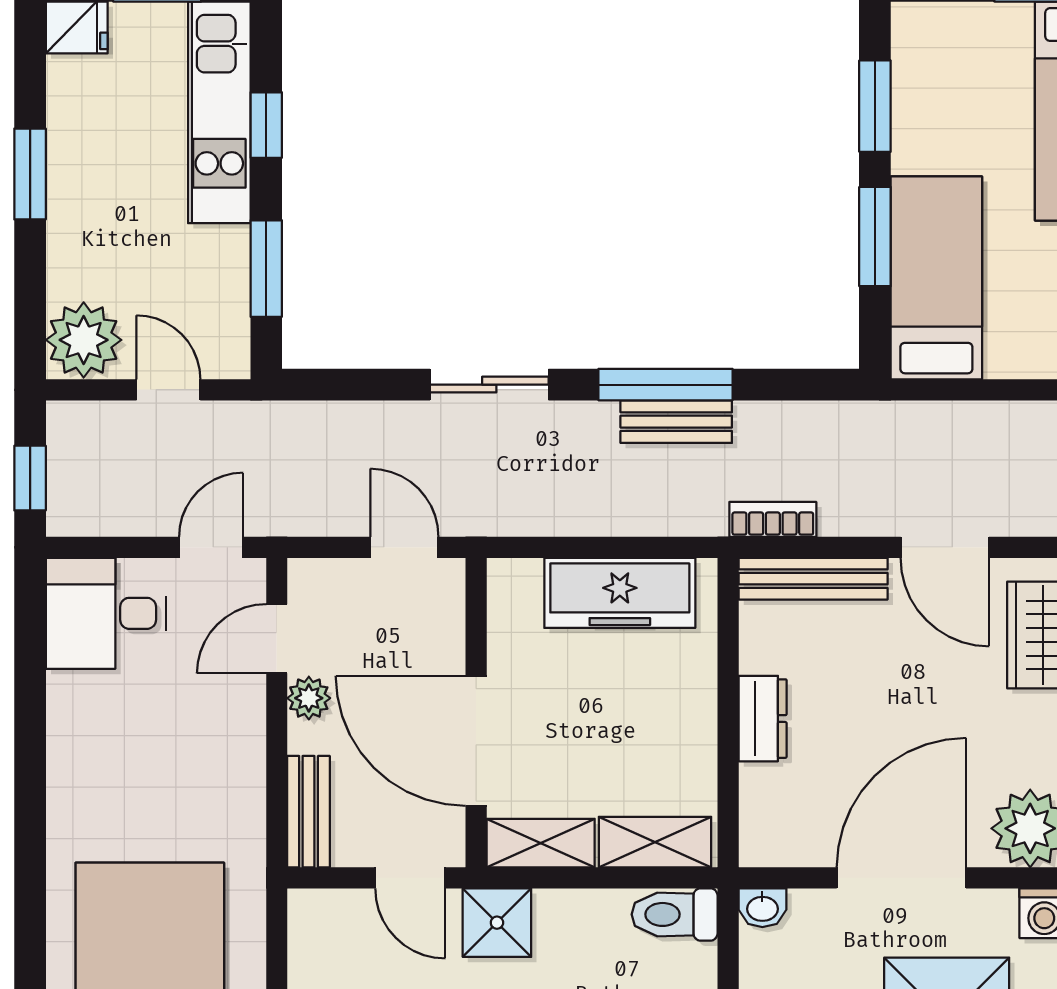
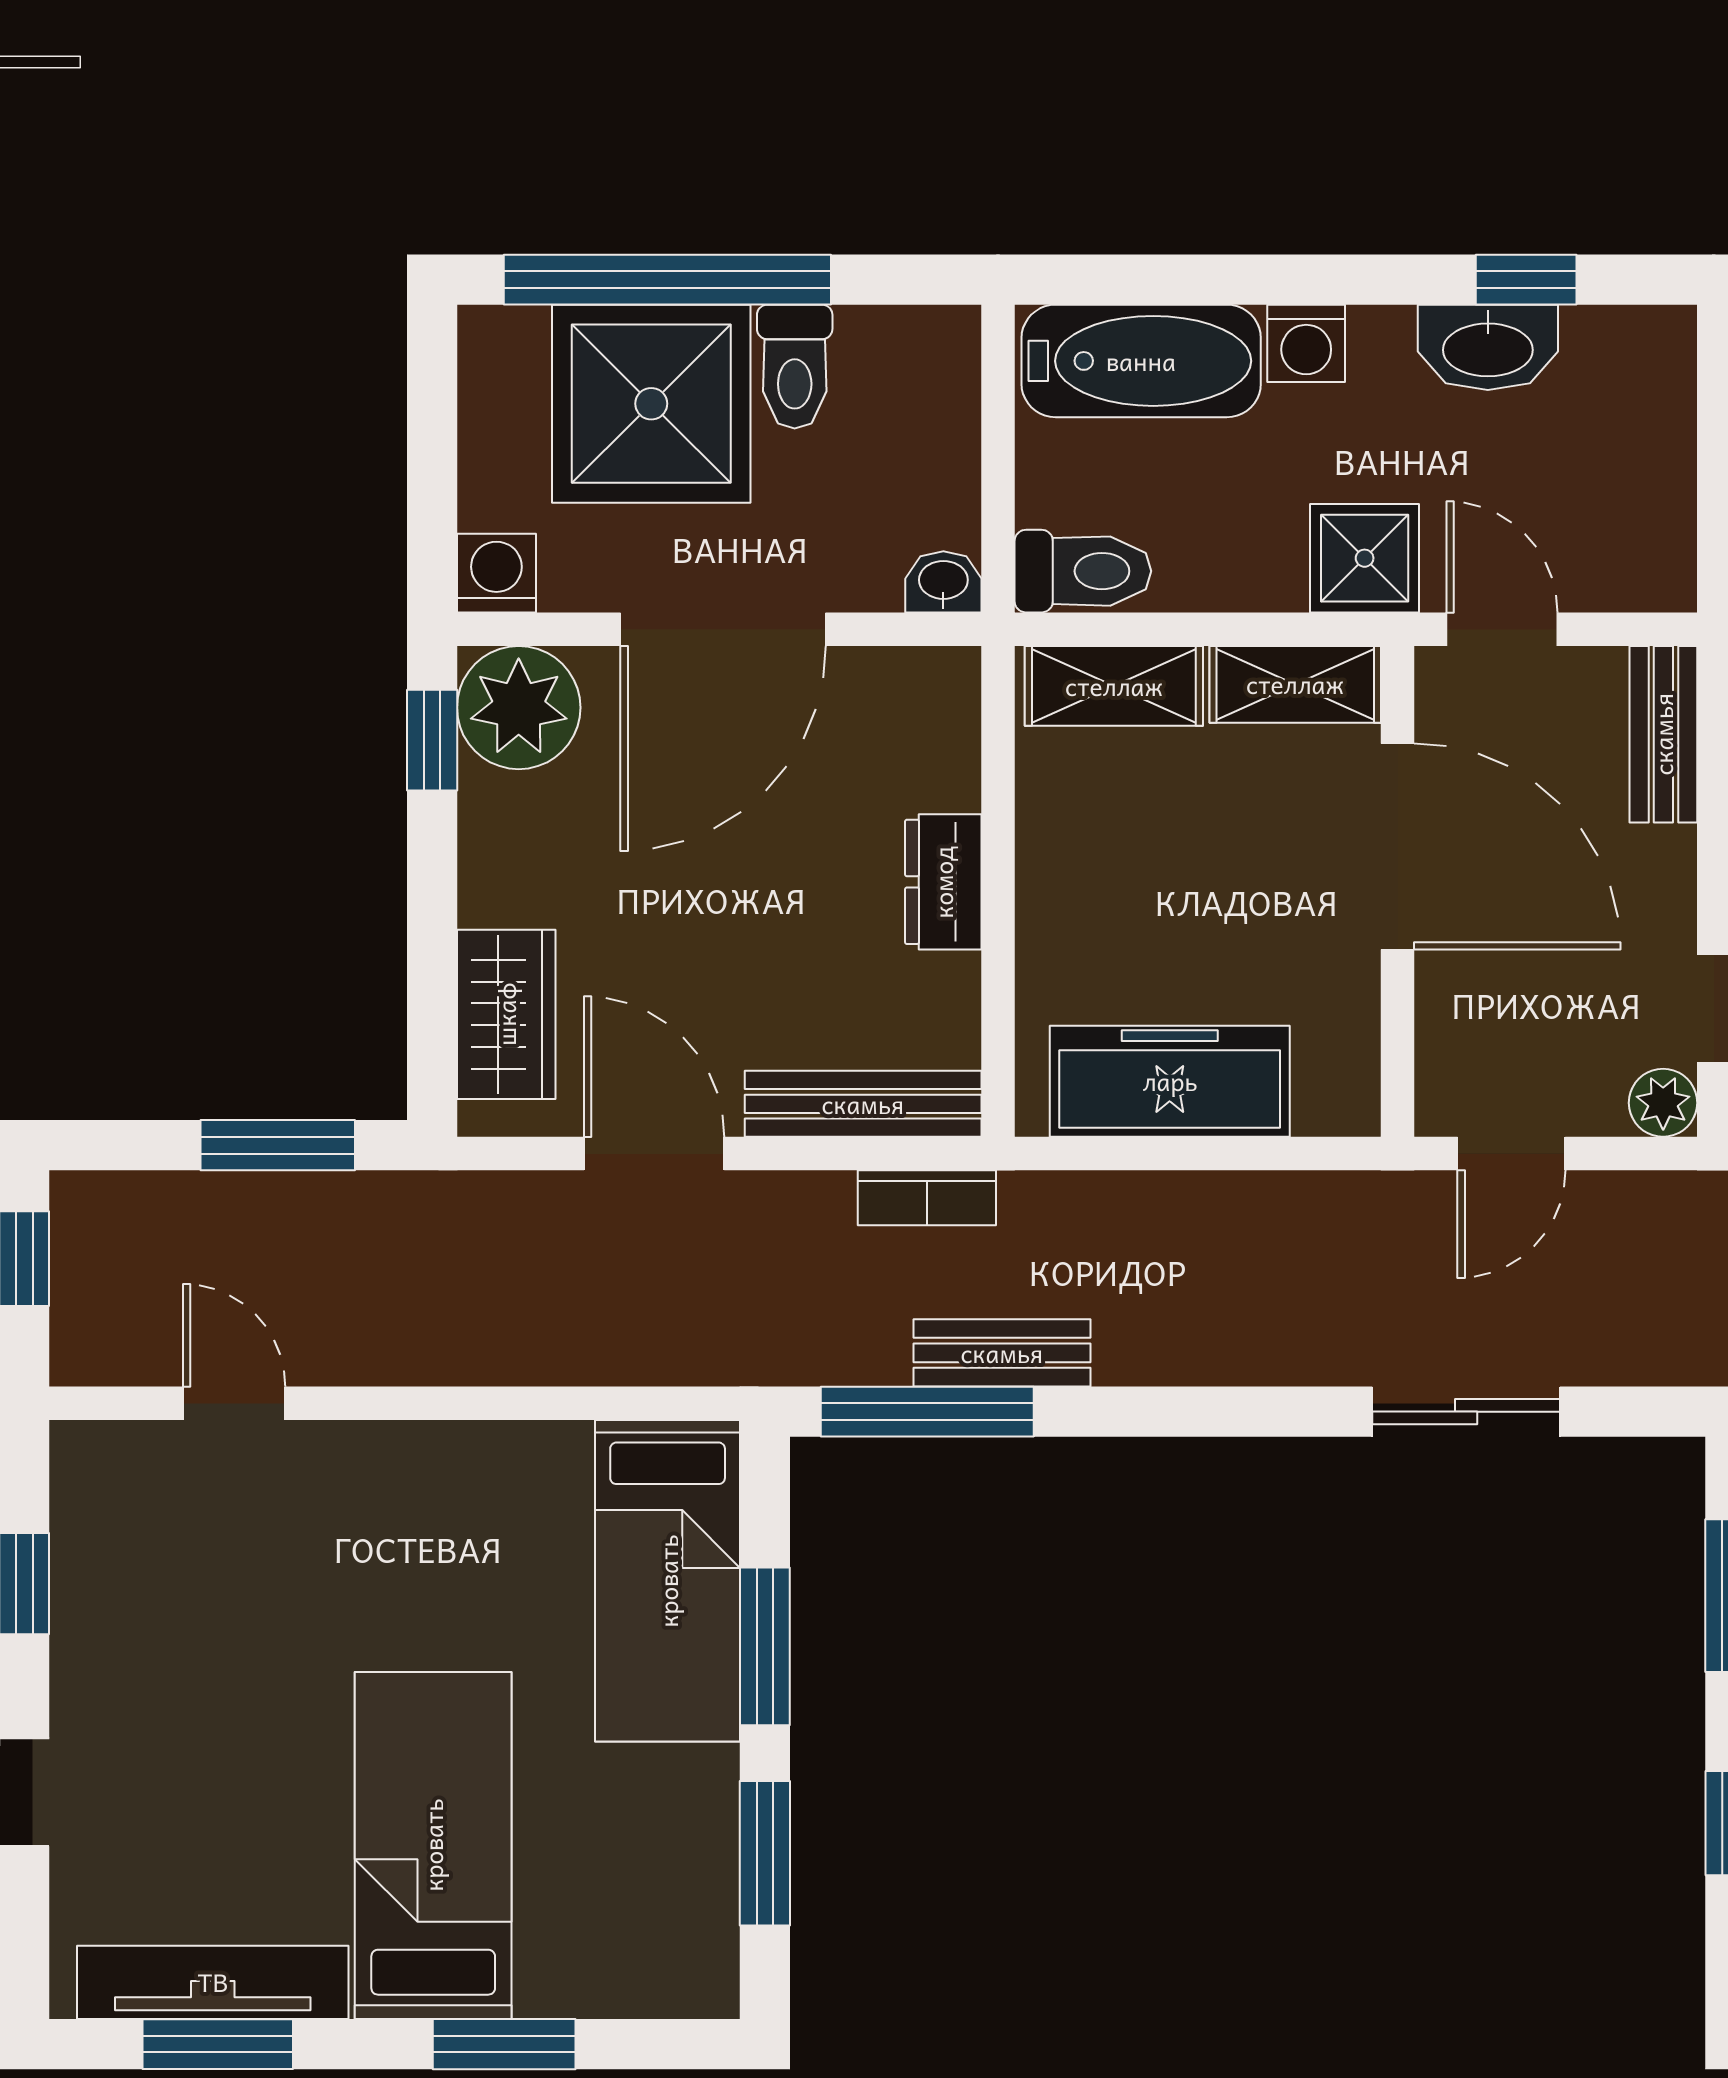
sliding door: (489, 385) -> (1466, 1412), moved
window: (666, 385) -> (927, 1412), moved
bench: (676, 422) -> (1002, 1353), moved
door: (404, 547) -> (1511, 1154), hinge flipped
plant: (309, 698) -> (1663, 1103), moved

